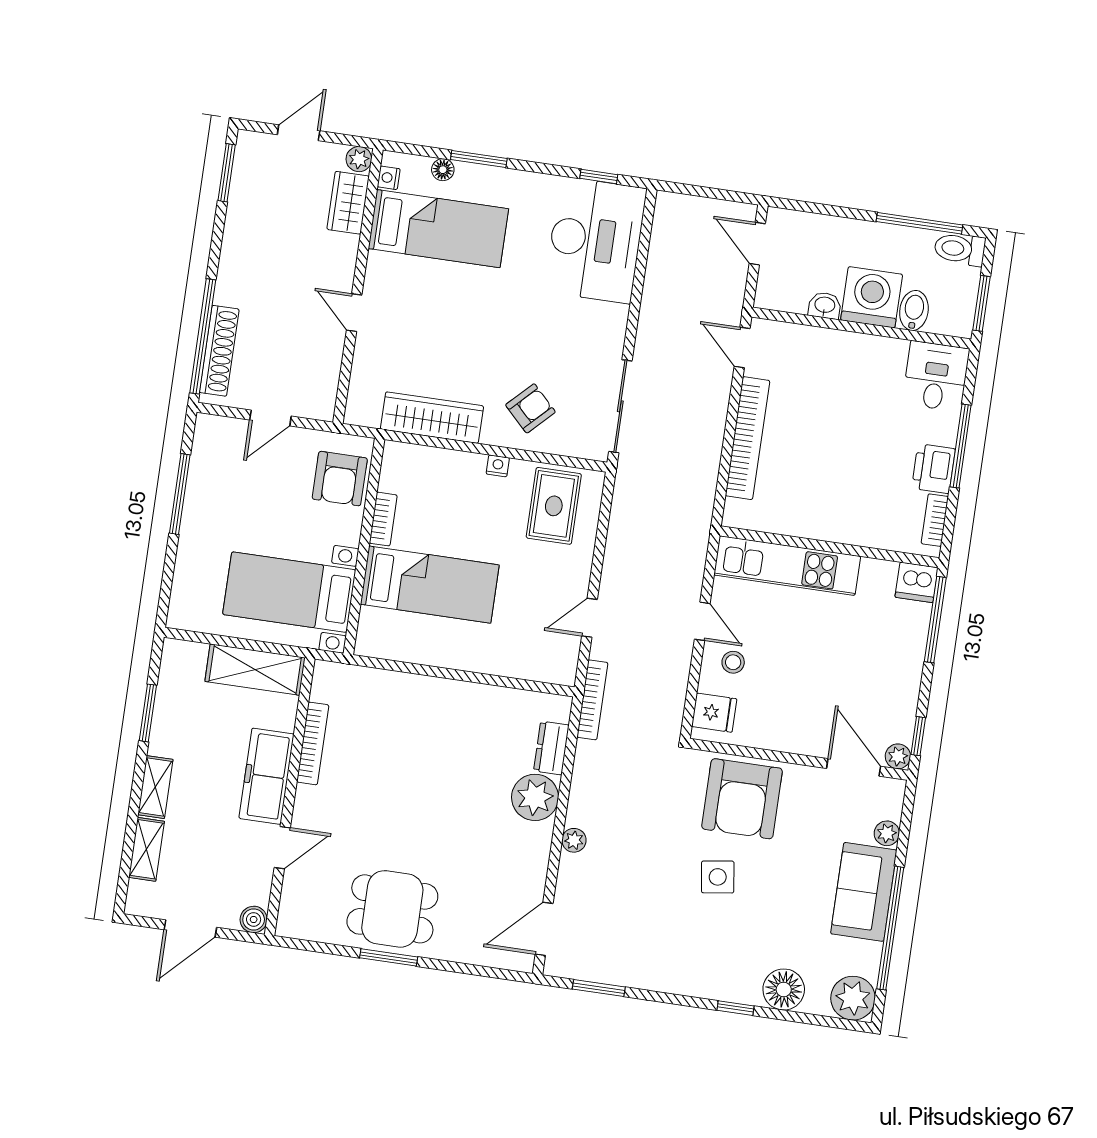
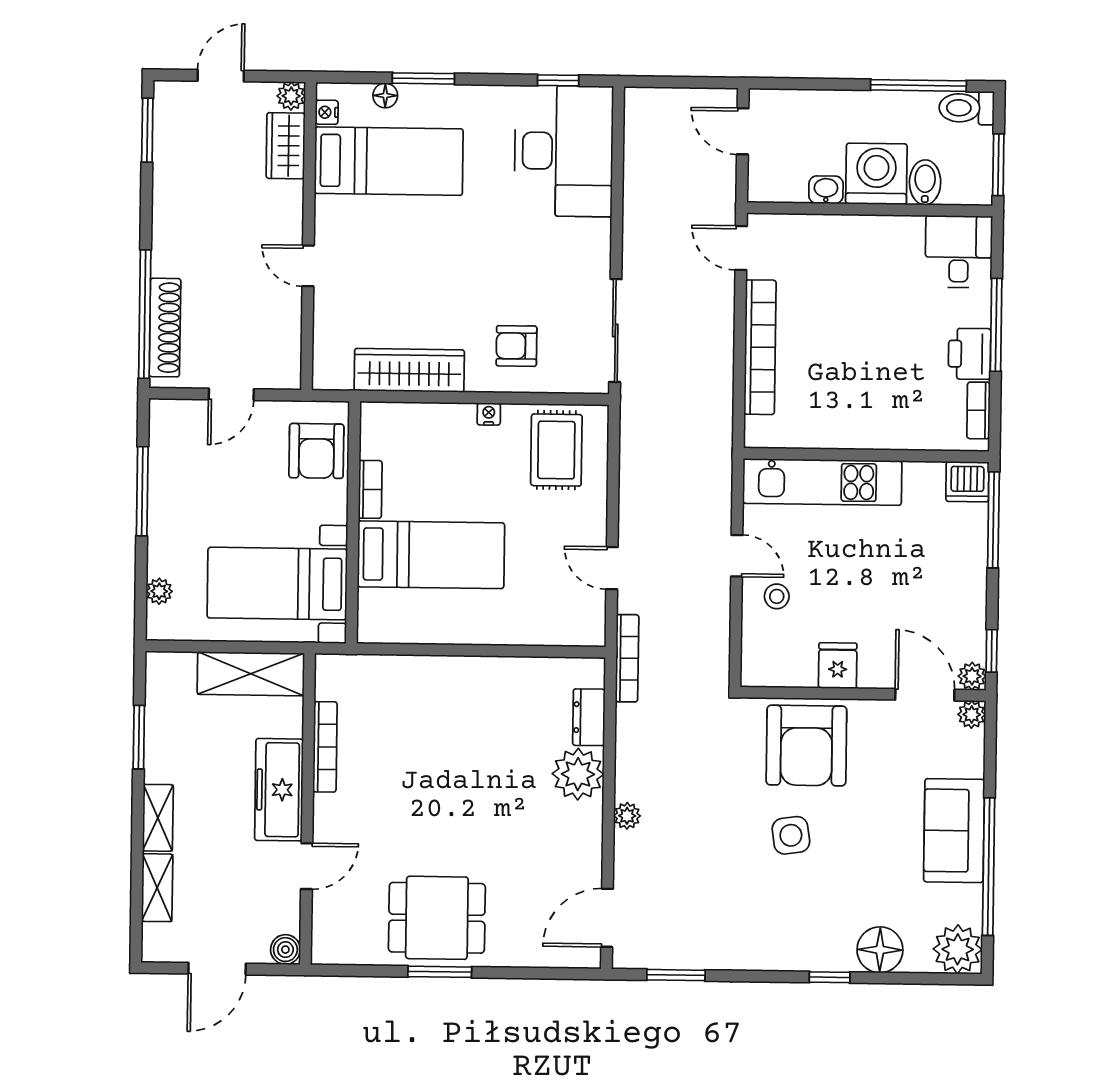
armchair: (530, 408) -> (516, 346), turned -135
plant: (183, 585) -> (159, 591), added
door: (590, 618) -> (612, 568), hinge flipped
fridge: (714, 713) -> (838, 666), moved, turned -90
plant: (887, 833) -> (972, 714), moved

